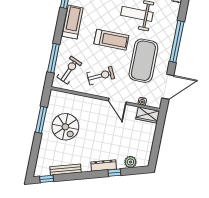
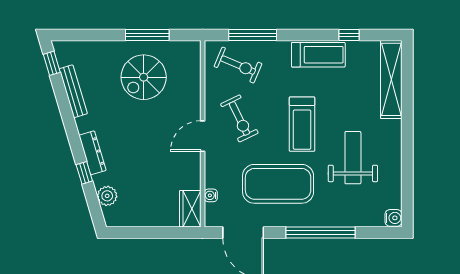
door: (117, 101) -> (203, 136), moved

